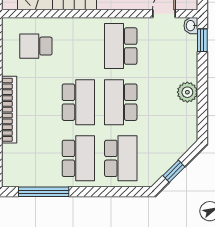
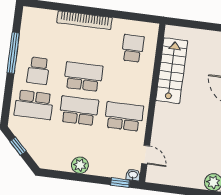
school desk: (78, 102) -> (83, 77), turned 180
school desk: (78, 158) -> (38, 71), width x0.54
window: (44, 192) -> (13, 53), moved

